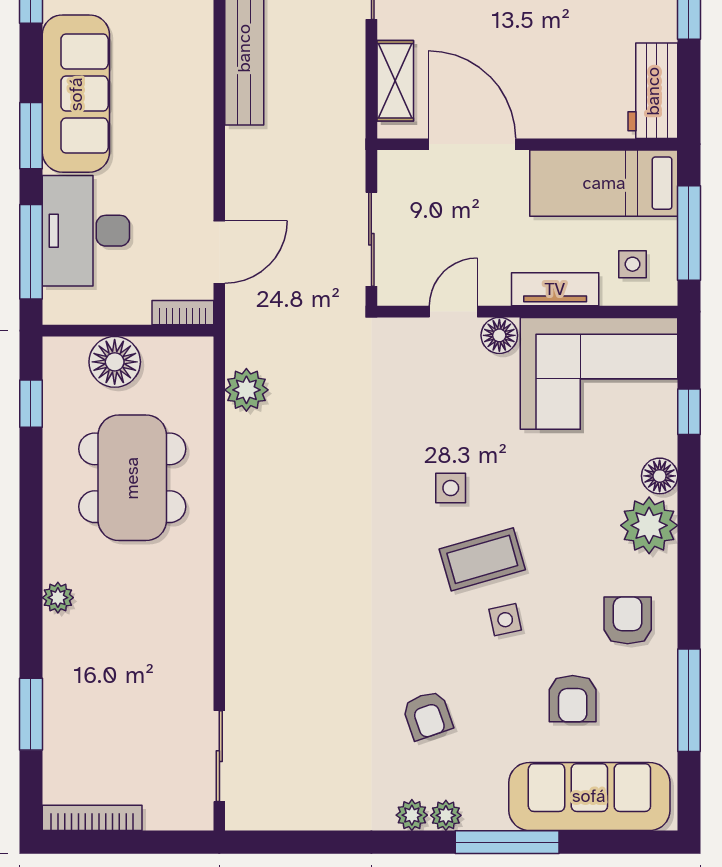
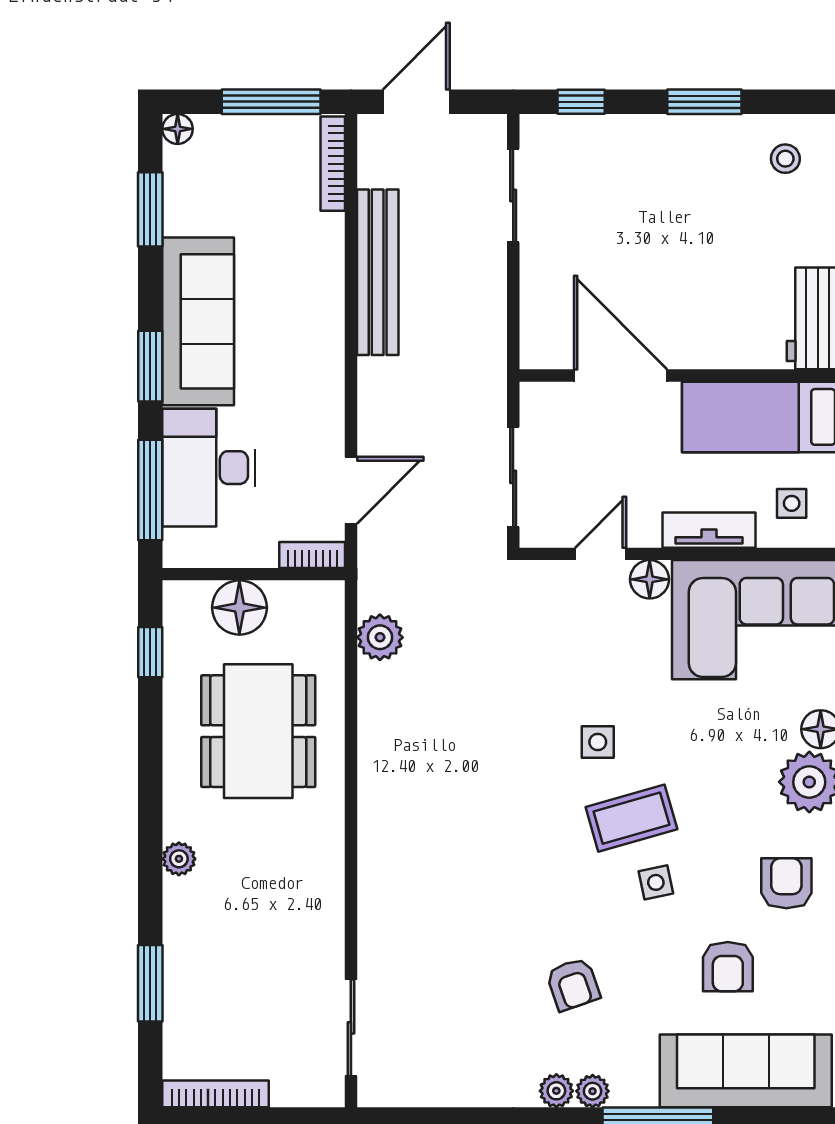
shelving: (395, 81) -> (539, 308), removed

